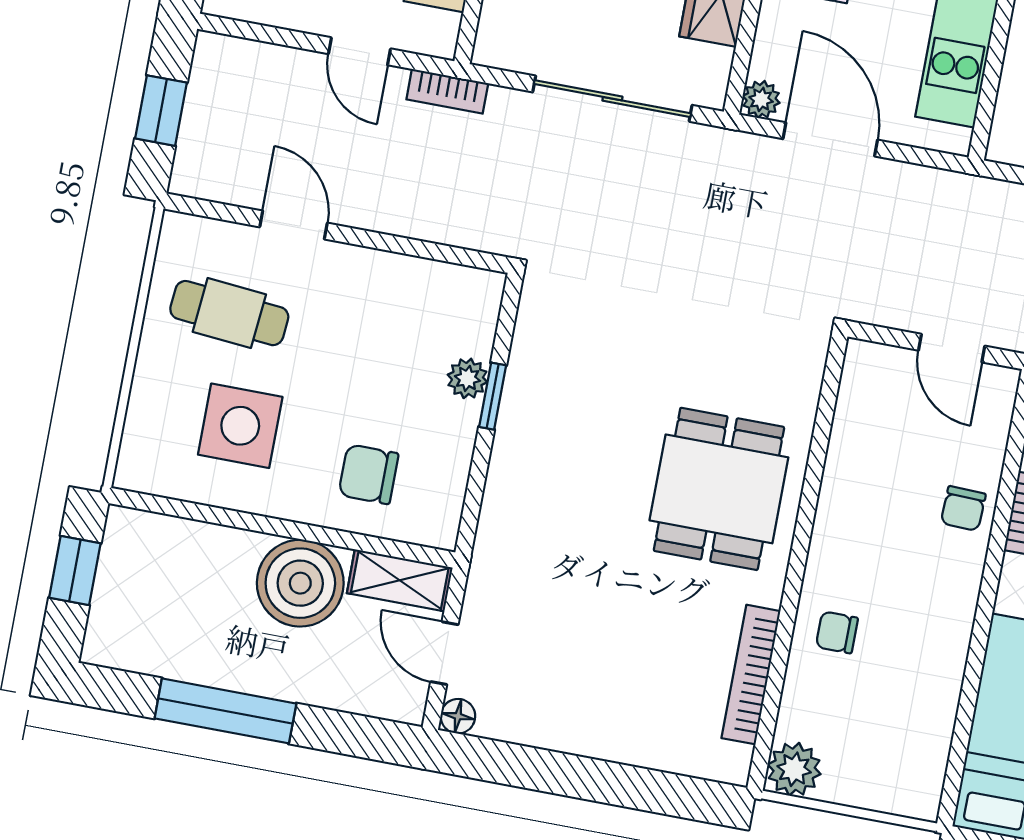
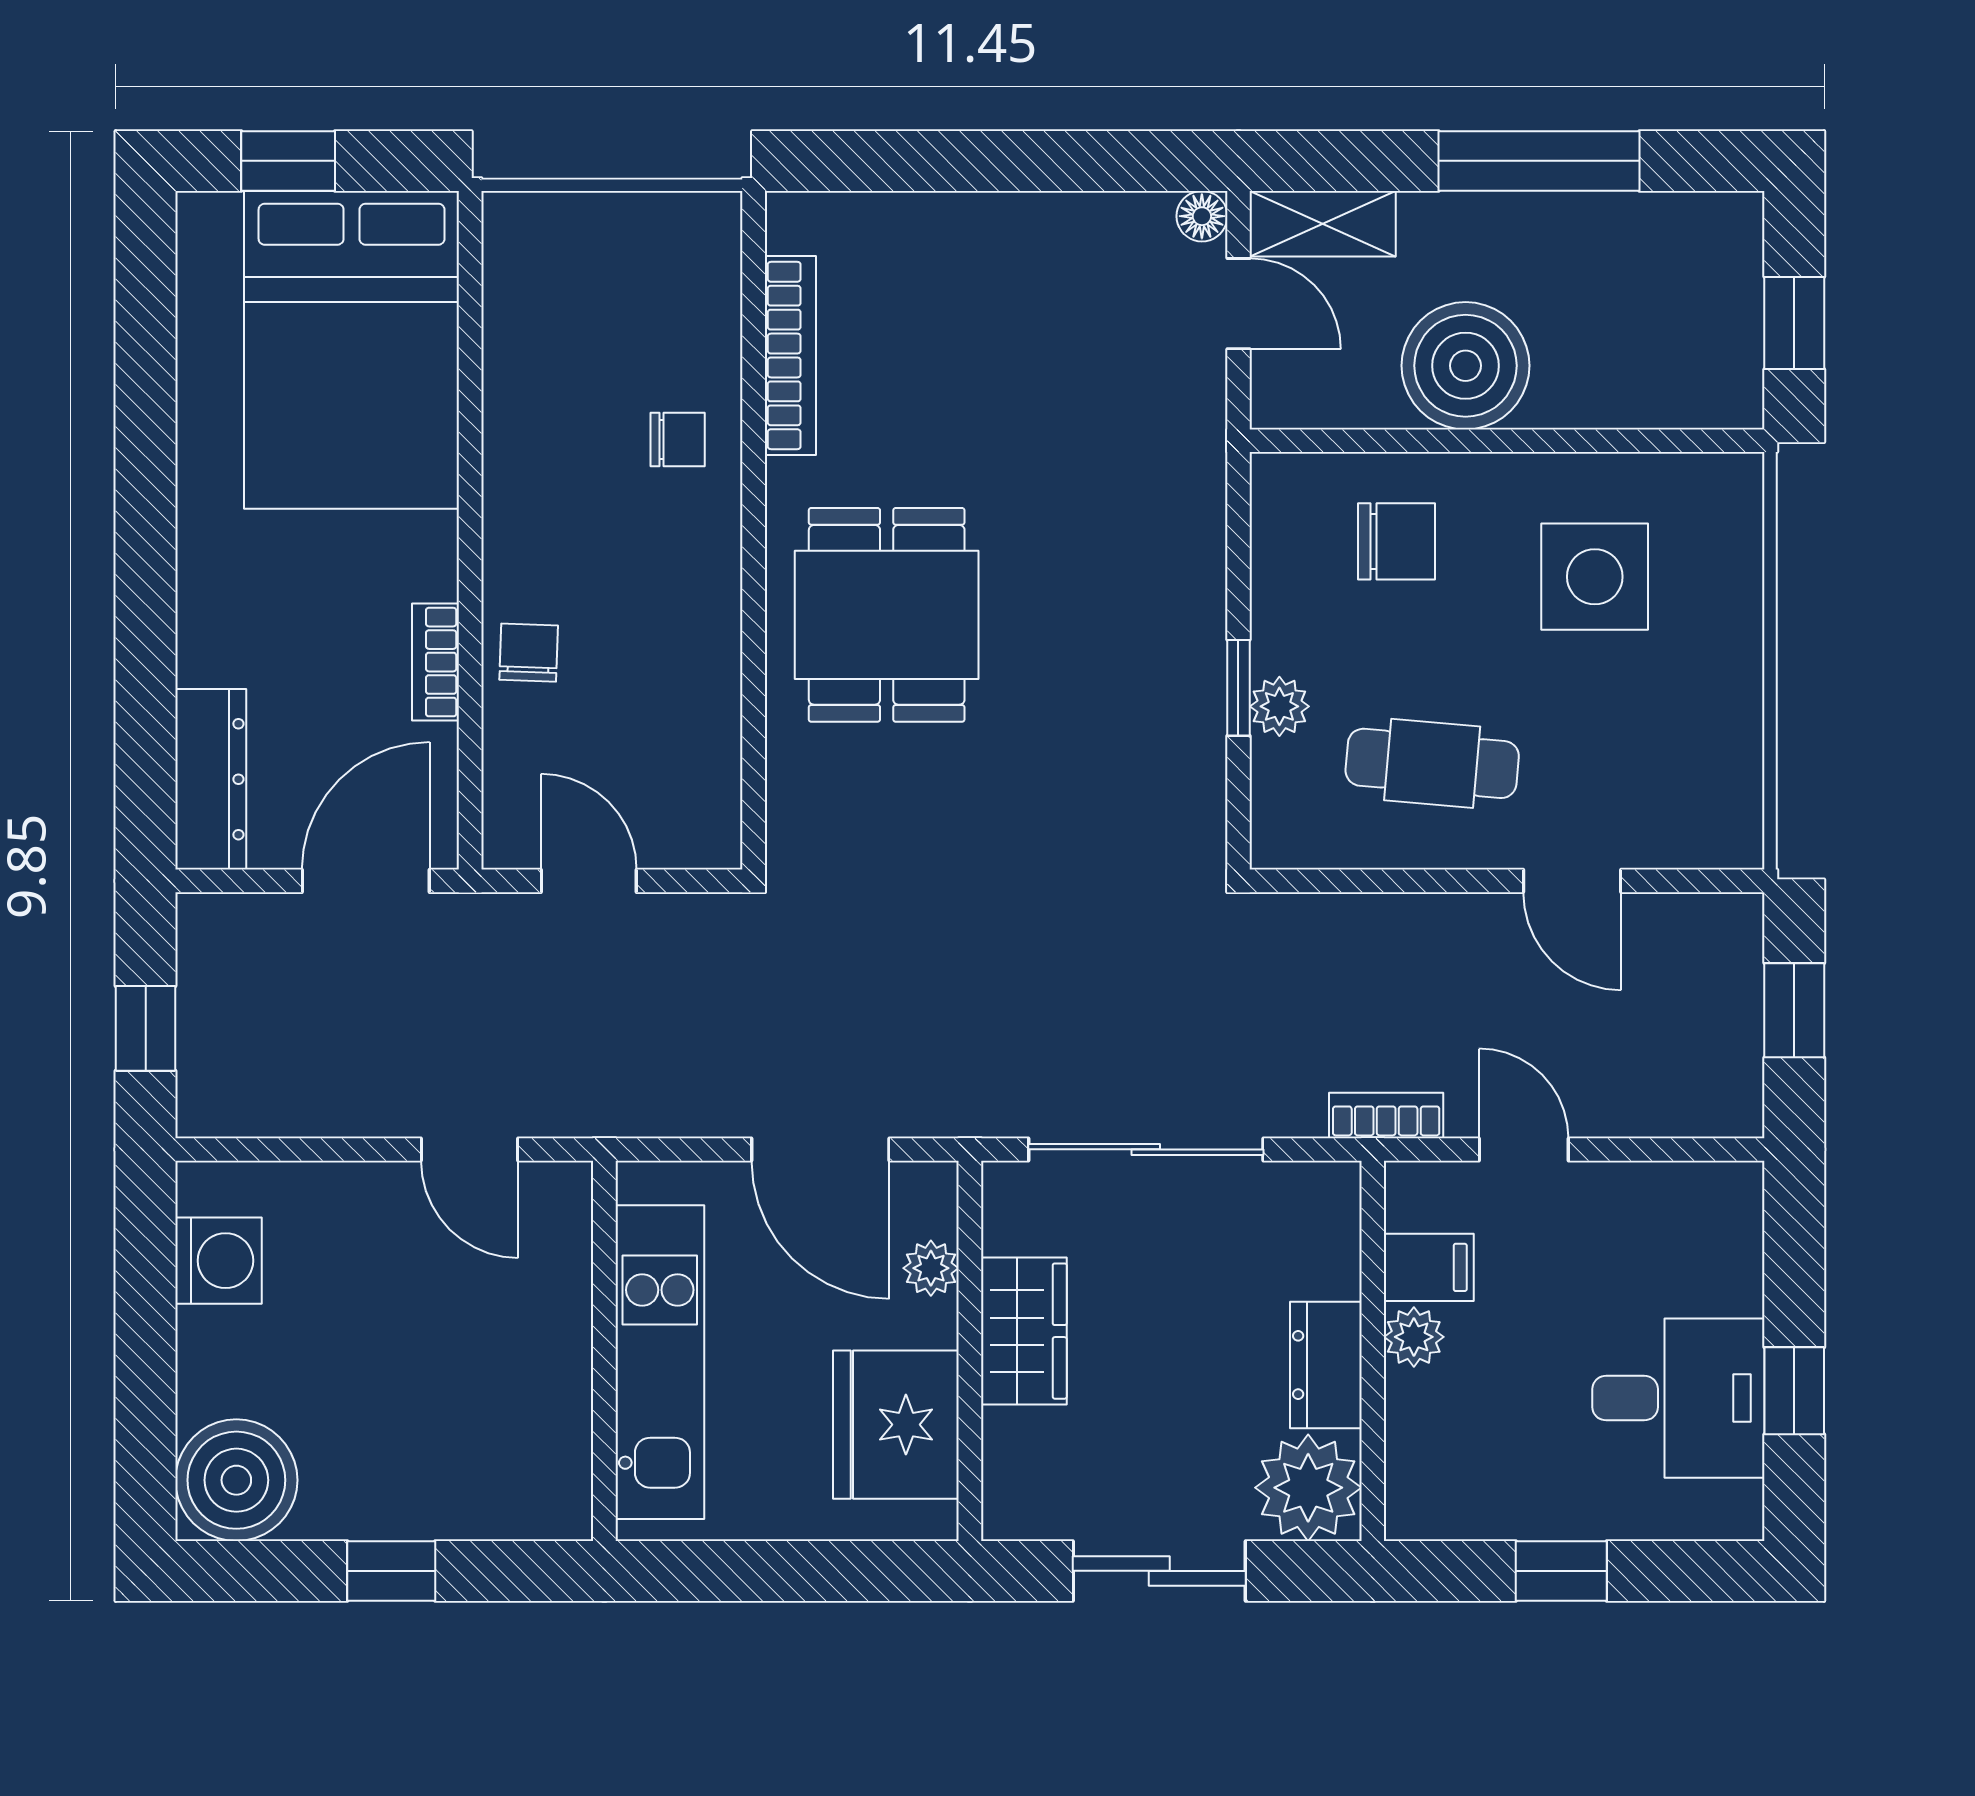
plant: (761, 99) -> (931, 1268), moved
cafe table: (229, 313) -> (1432, 763), moved
shelving: (400, 580) -> (1323, 224), moved
plant: (794, 769) -> (702, 230), removed

